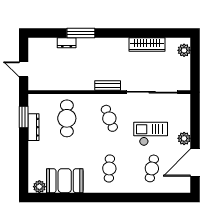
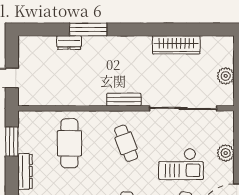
plant: (184, 50) -> (226, 76), moved
dresser: (34, 127) -> (25, 171), moved
checkout: (151, 134) -> (181, 164), turned 180
plant: (184, 138) -> (226, 153), moved

